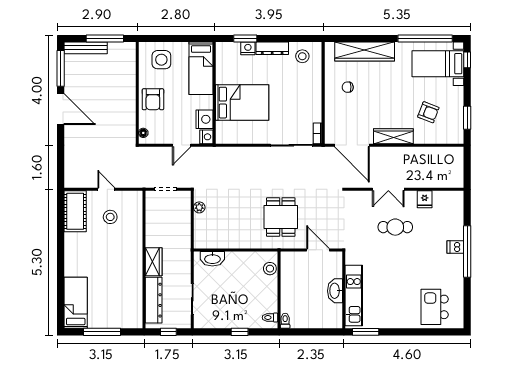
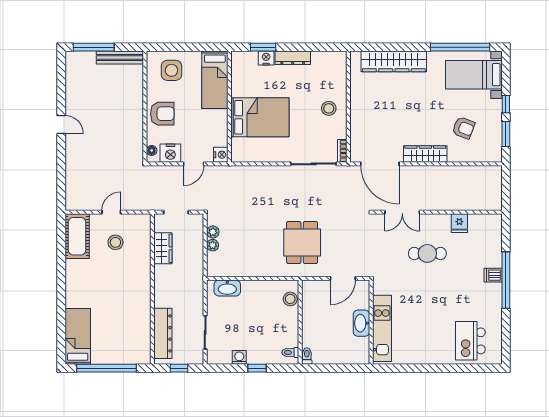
window: (105, 38) -> (94, 47), moved
bench: (86, 48) -> (120, 57), moved
stool: (302, 56) -> (329, 108), moved
window: (467, 60) -> (506, 104), moved
window: (61, 68) -> (61, 80), removed
chair: (348, 87) -> (375, 100), removed
armchair: (153, 99) -> (162, 114), turned -90
door: (61, 109) -> (61, 124), width x0.53
nightstand: (204, 119) -> (170, 153), moved, turned 90
door: (106, 189) -> (111, 212), hinge flipped
double door: (388, 189) -> (402, 212), moved
plant: (199, 219) -> (213, 245), added
door: (318, 250) -> (343, 278), swing flipped
wardrobe: (154, 262) -> (163, 248), moved
washing machine: (223, 322) -> (239, 357), added
window: (102, 332) -> (106, 368), width x1.46
window: (366, 332) -> (395, 368), removed

